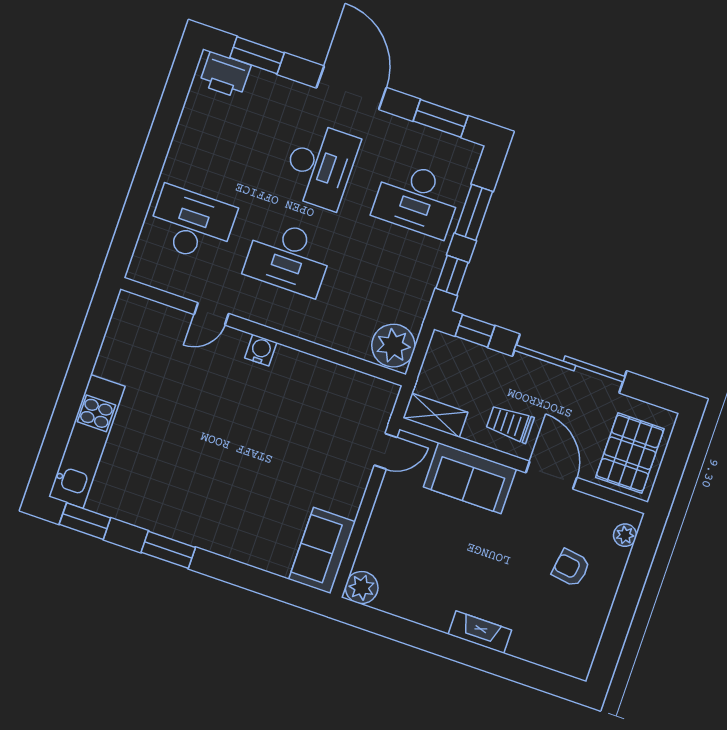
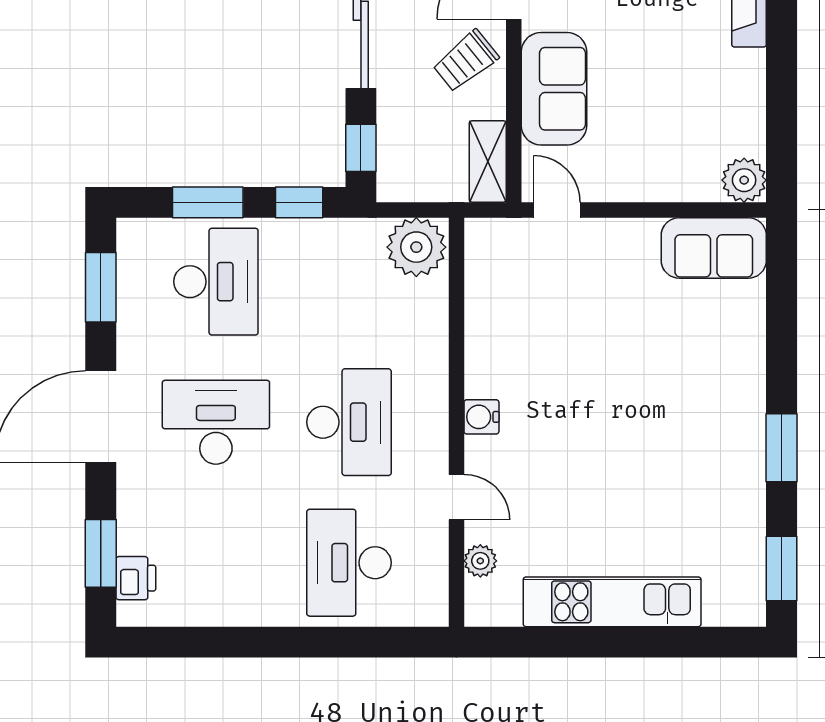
printer: (225, 75) -> (136, 578), width x0.73, depth x0.81
plant: (162, 315) -> (480, 561), added
trolley: (510, 424) -> (466, 61), turned 51
kitchen unit: (87, 441) -> (612, 602), moved

